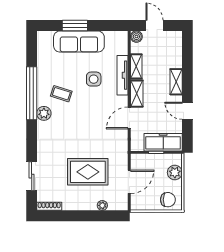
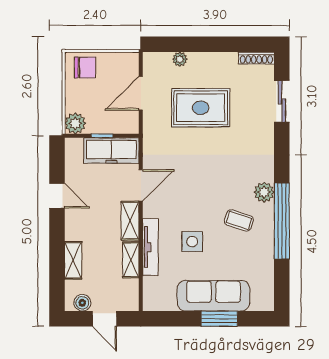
boiler: (136, 37) -> (82, 303), moved
shelving: (176, 82) -> (73, 260), moved
freezer: (163, 142) -> (111, 150), moved
plant: (175, 173) -> (75, 123), moved
chair: (168, 200) -> (85, 68), turned 180

